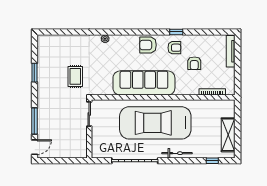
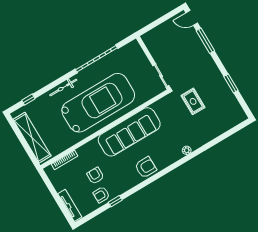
window: (176, 32) -> (115, 201), moved
armchair: (174, 48) -> (101, 195), moved
shelving: (228, 135) -> (32, 138), width x1.47
door: (34, 147) -> (192, 18), hinge flipped

